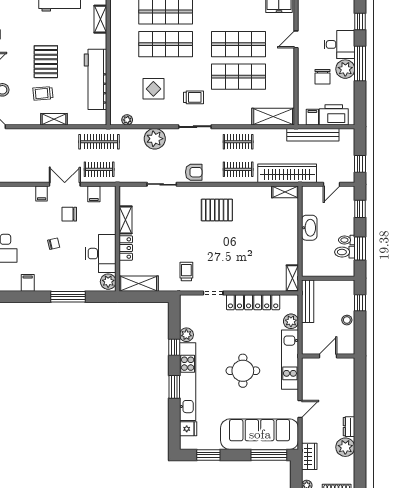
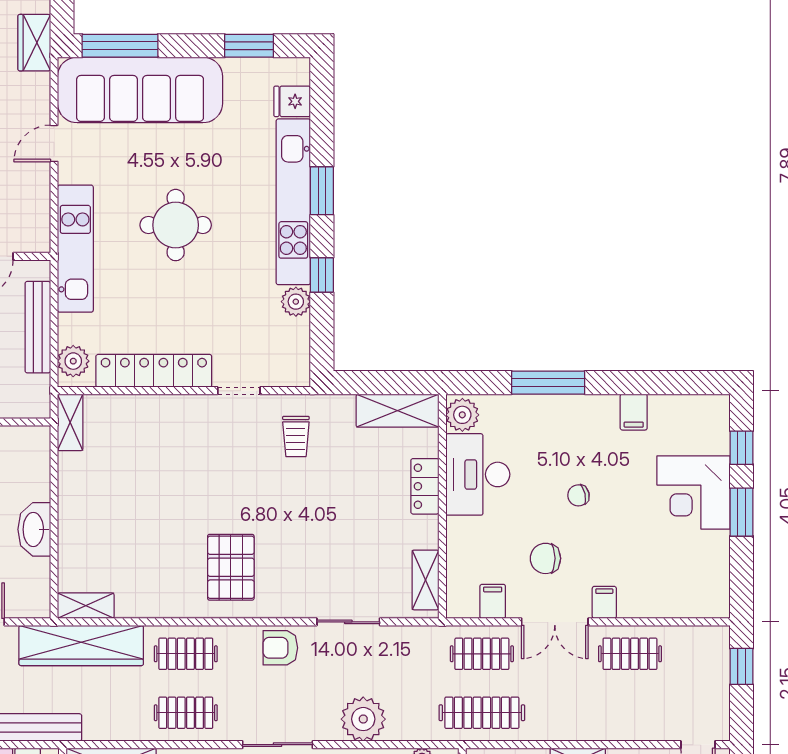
clothes rail: (29, 169) -> (630, 654), added
pallet: (217, 210) -> (231, 567), turned 90
chair: (69, 214) -> (545, 558), turned 180
shelving: (125, 220) -> (425, 580), moved
bench: (308, 301) -> (38, 327), moved
plant: (291, 321) -> (73, 361), moved

